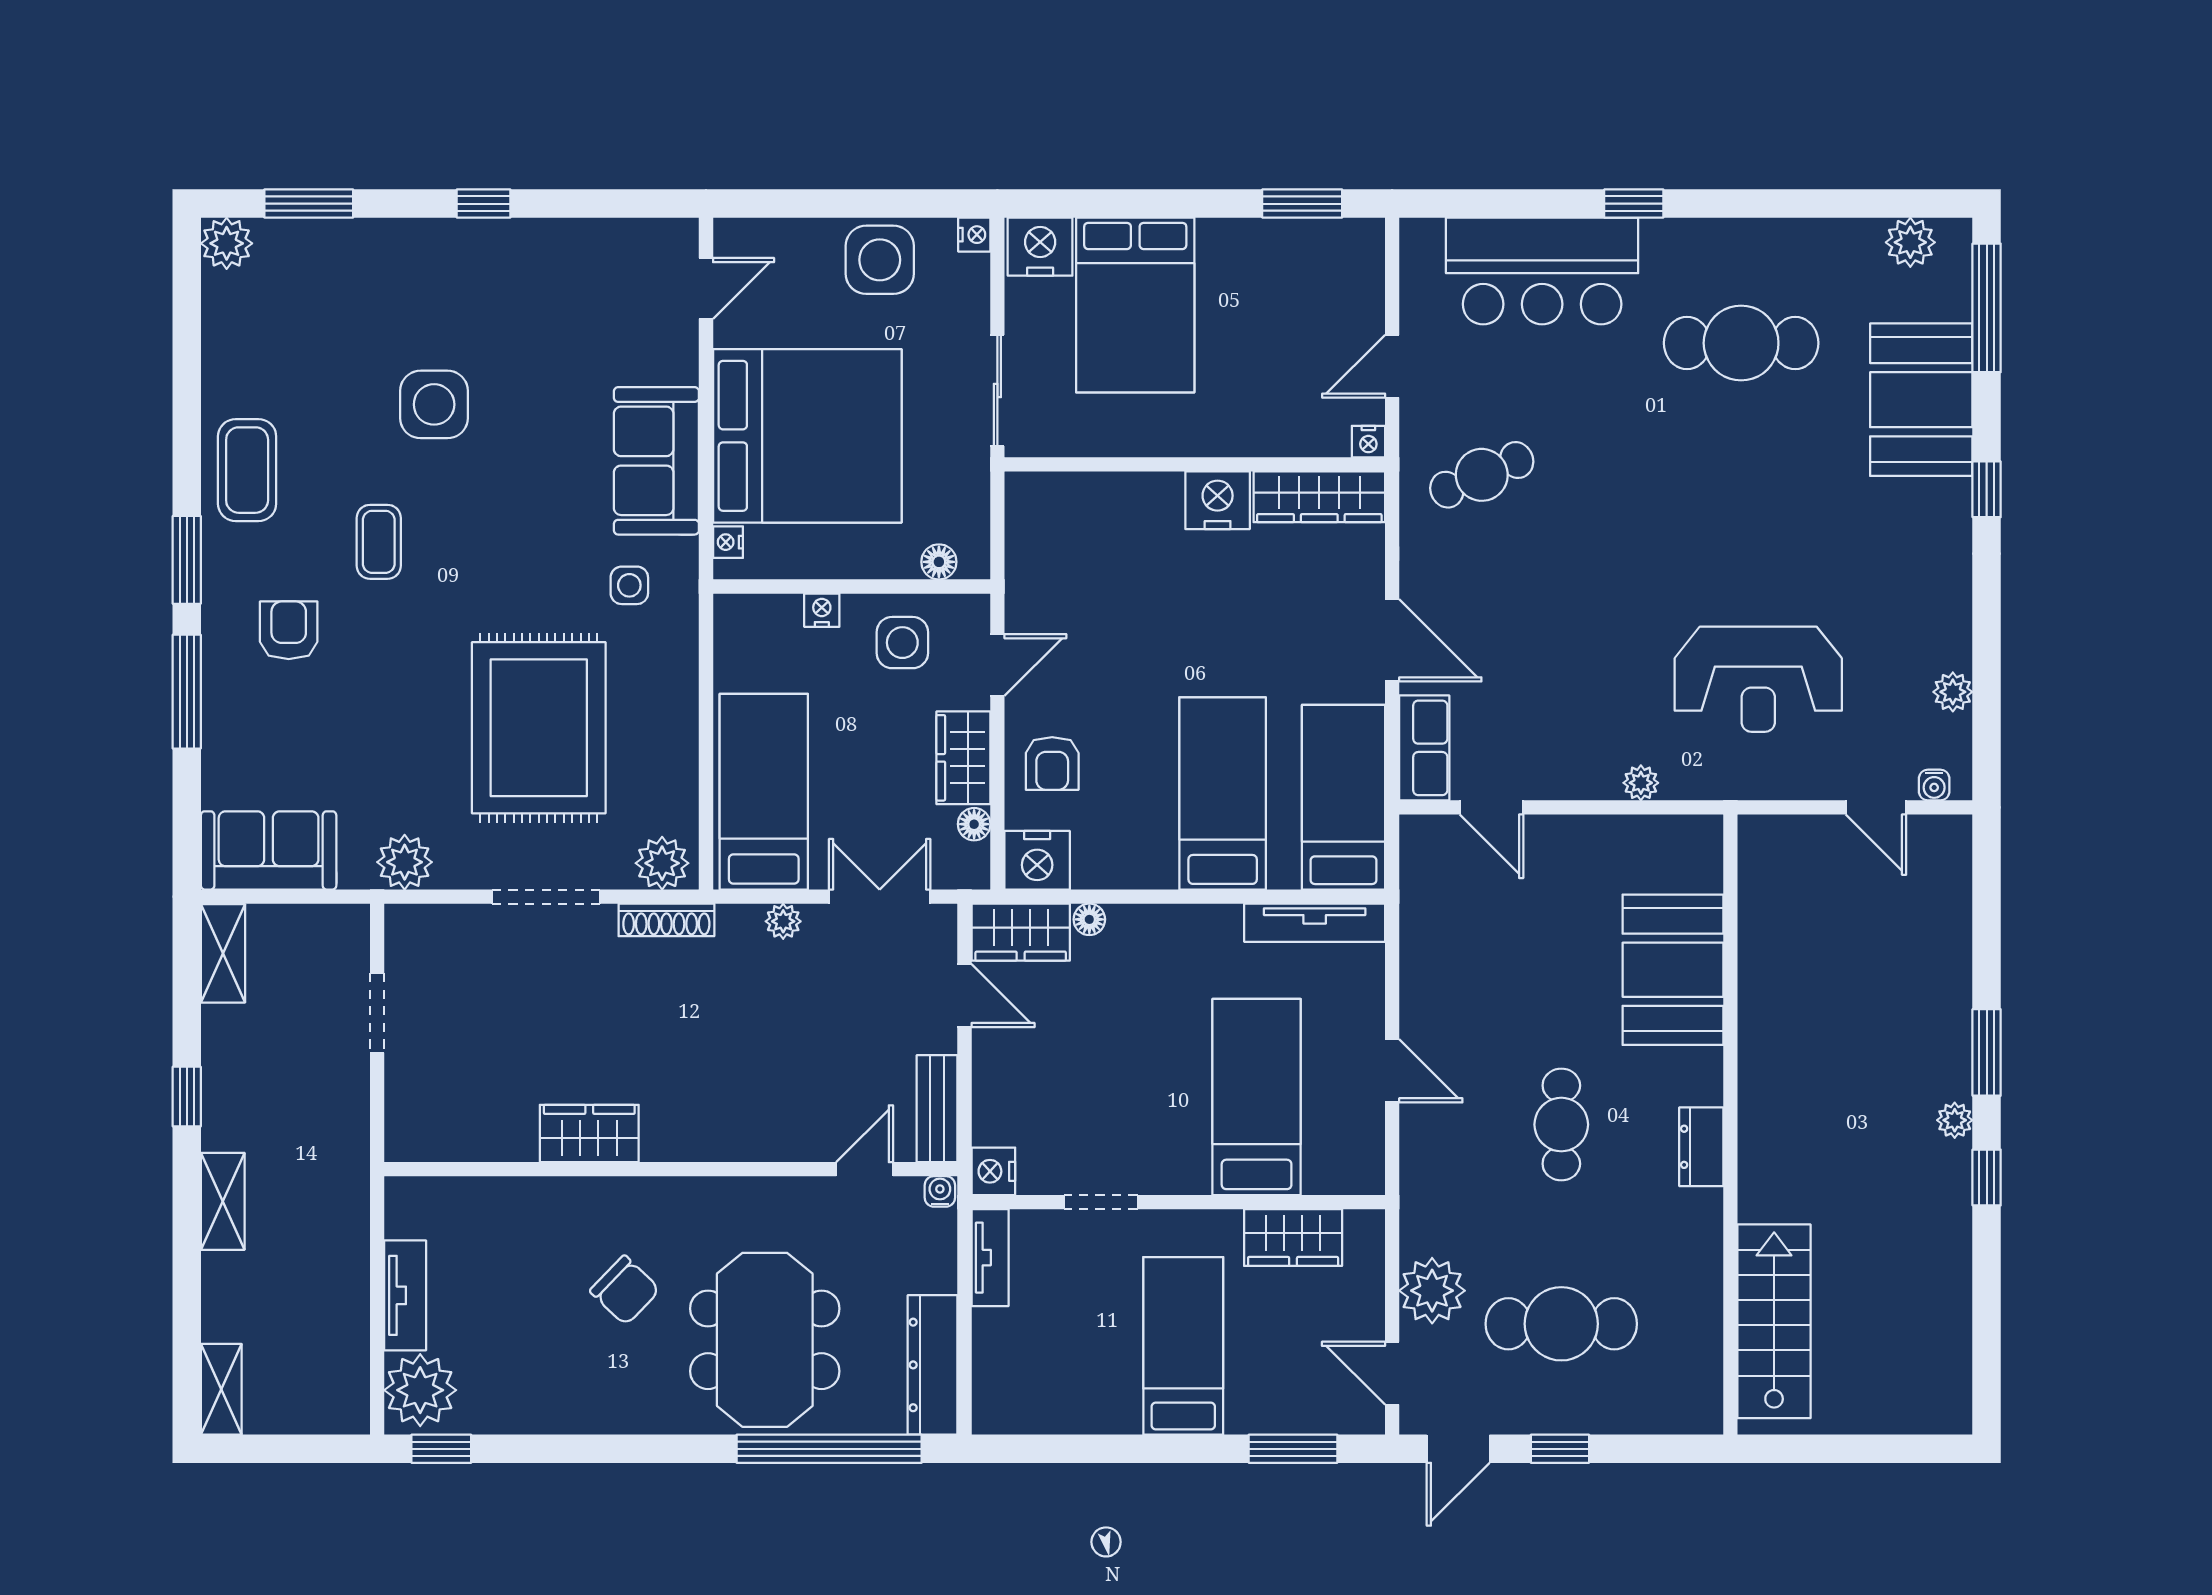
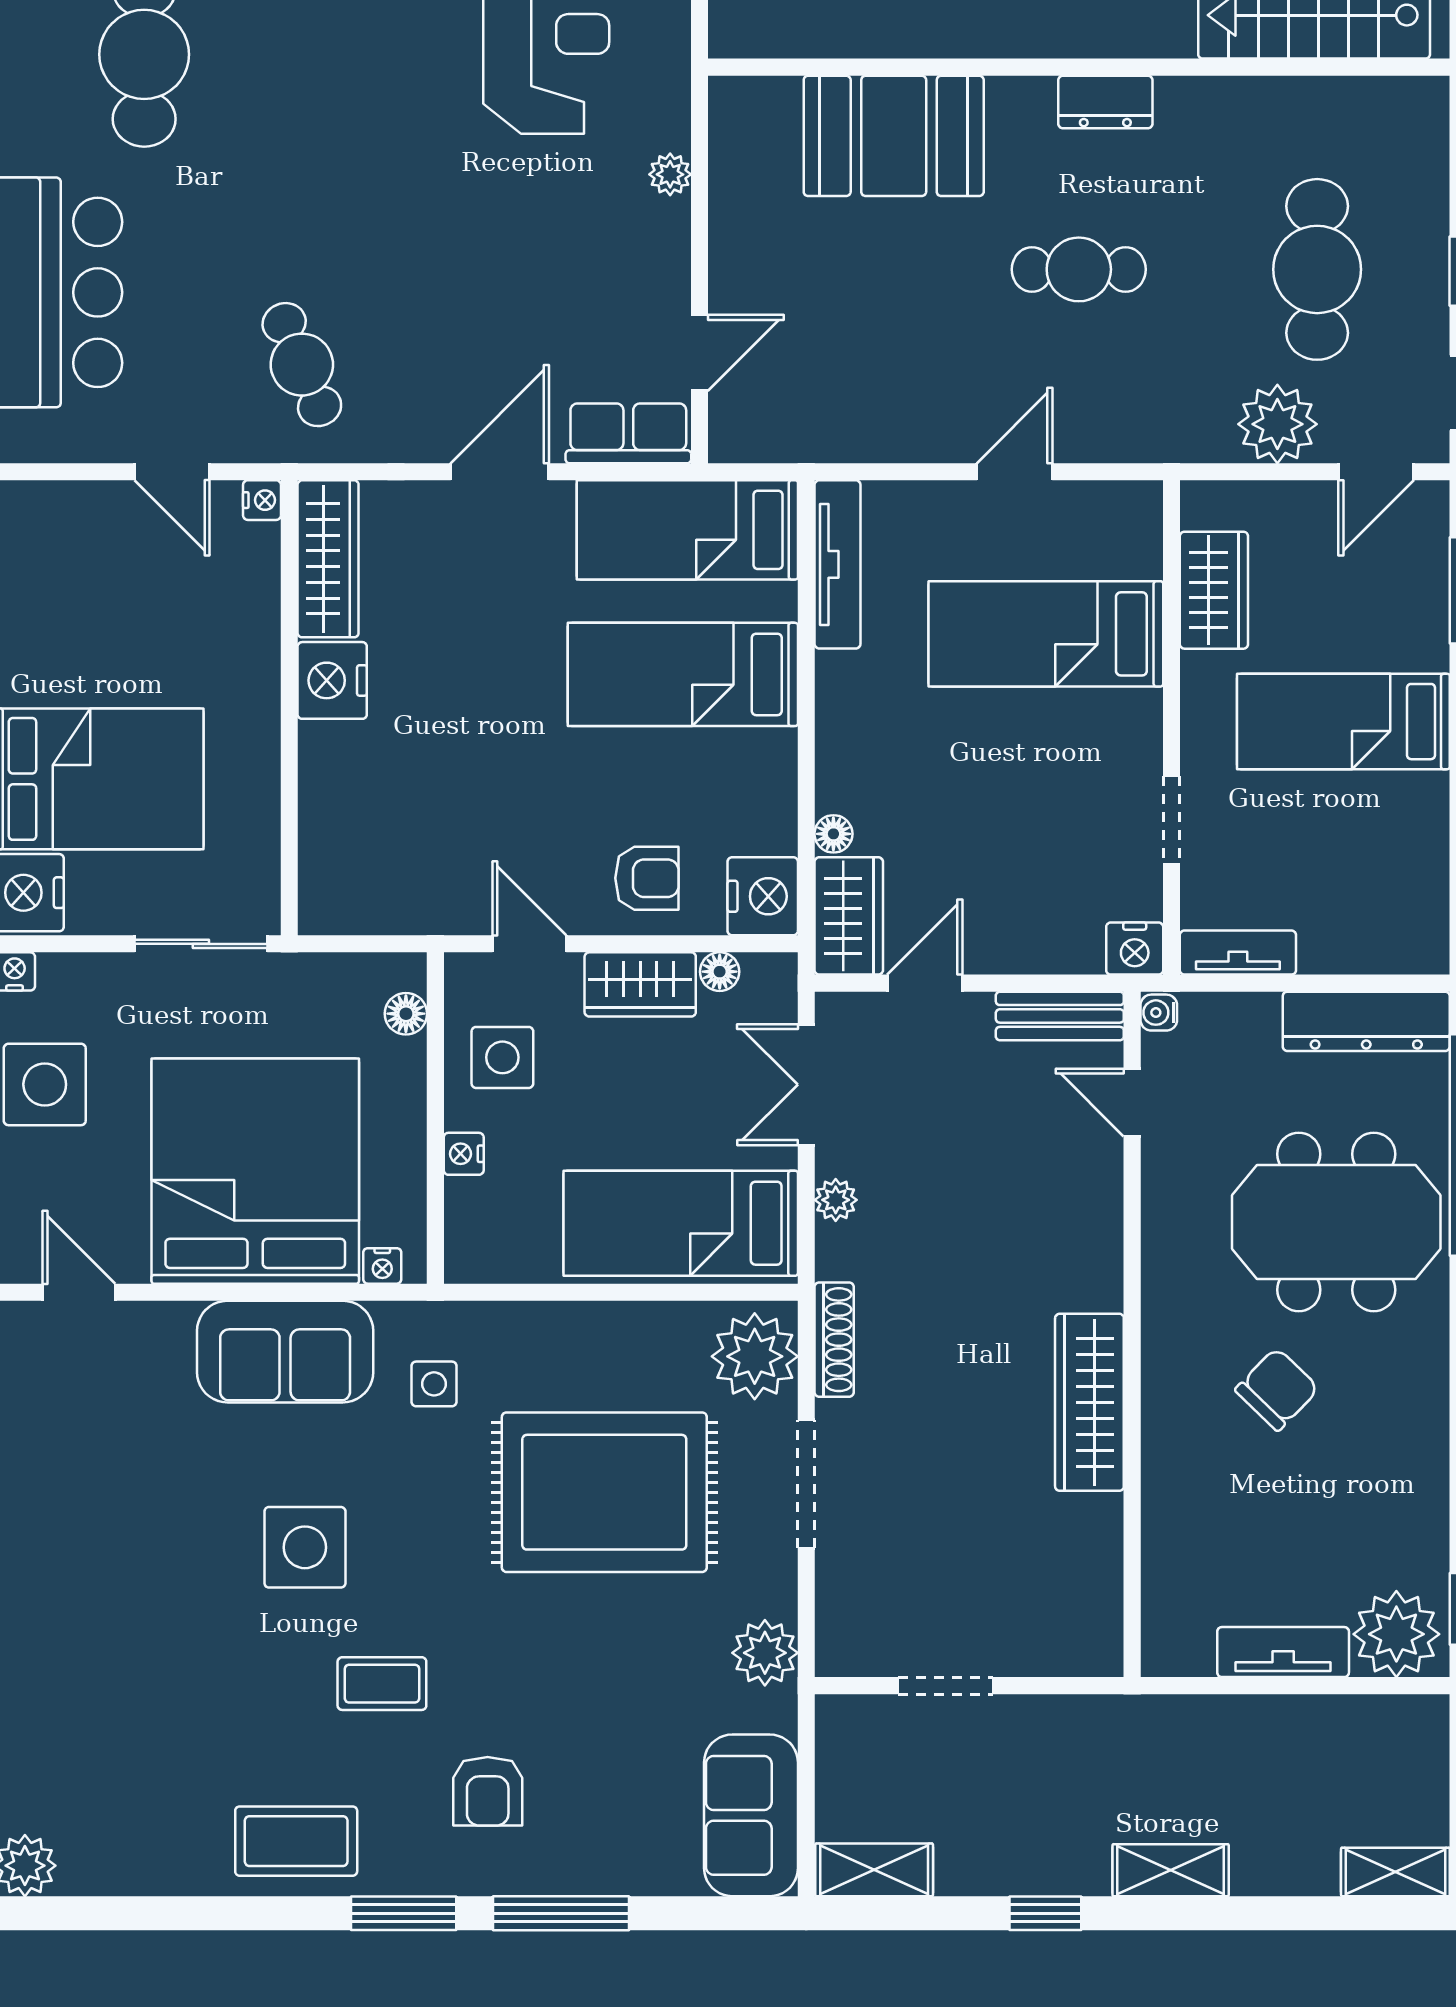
side table: (434, 404) -> (305, 1547), moved
armchair: (289, 630) -> (488, 1791), turned -90
plant: (662, 863) -> (755, 1356), width x1.36, depth x1.36
wardrobe: (589, 1133) -> (1089, 1402), width x1.50

